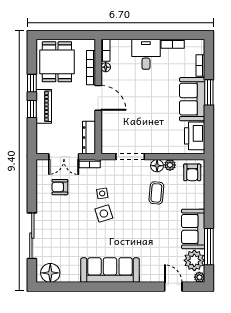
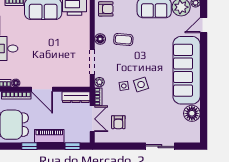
door: (98, 98) -> (42, 89), swing flipped
window: (32, 109) -> (72, 146), moved
plant: (170, 165) -> (99, 82), moved
sliding door: (32, 236) -> (160, 146), width x0.73
sofa: (110, 270) -> (187, 70), width x1.36, depth x1.27
floor lamp: (50, 273) -> (192, 113), moved

